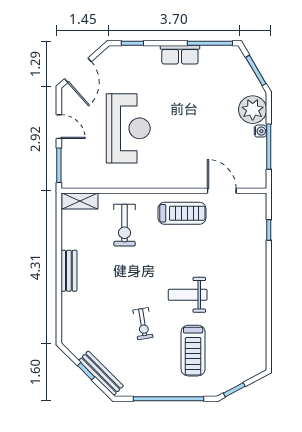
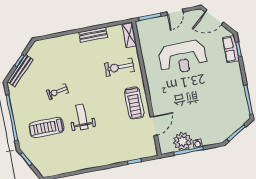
row of seats: (180, 55) -> (231, 49), moved
plant: (253, 110) -> (183, 141), moved
bench: (69, 271) -> (93, 35), moved

